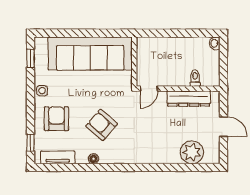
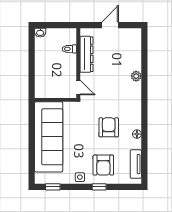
armchair: (56, 119) -> (103, 165), turned -90
armchair: (102, 125) -> (109, 127), turned 139
window: (31, 143) -> (99, 187), moved
plant: (192, 152) -> (136, 76), moved, width x0.53, depth x0.53

